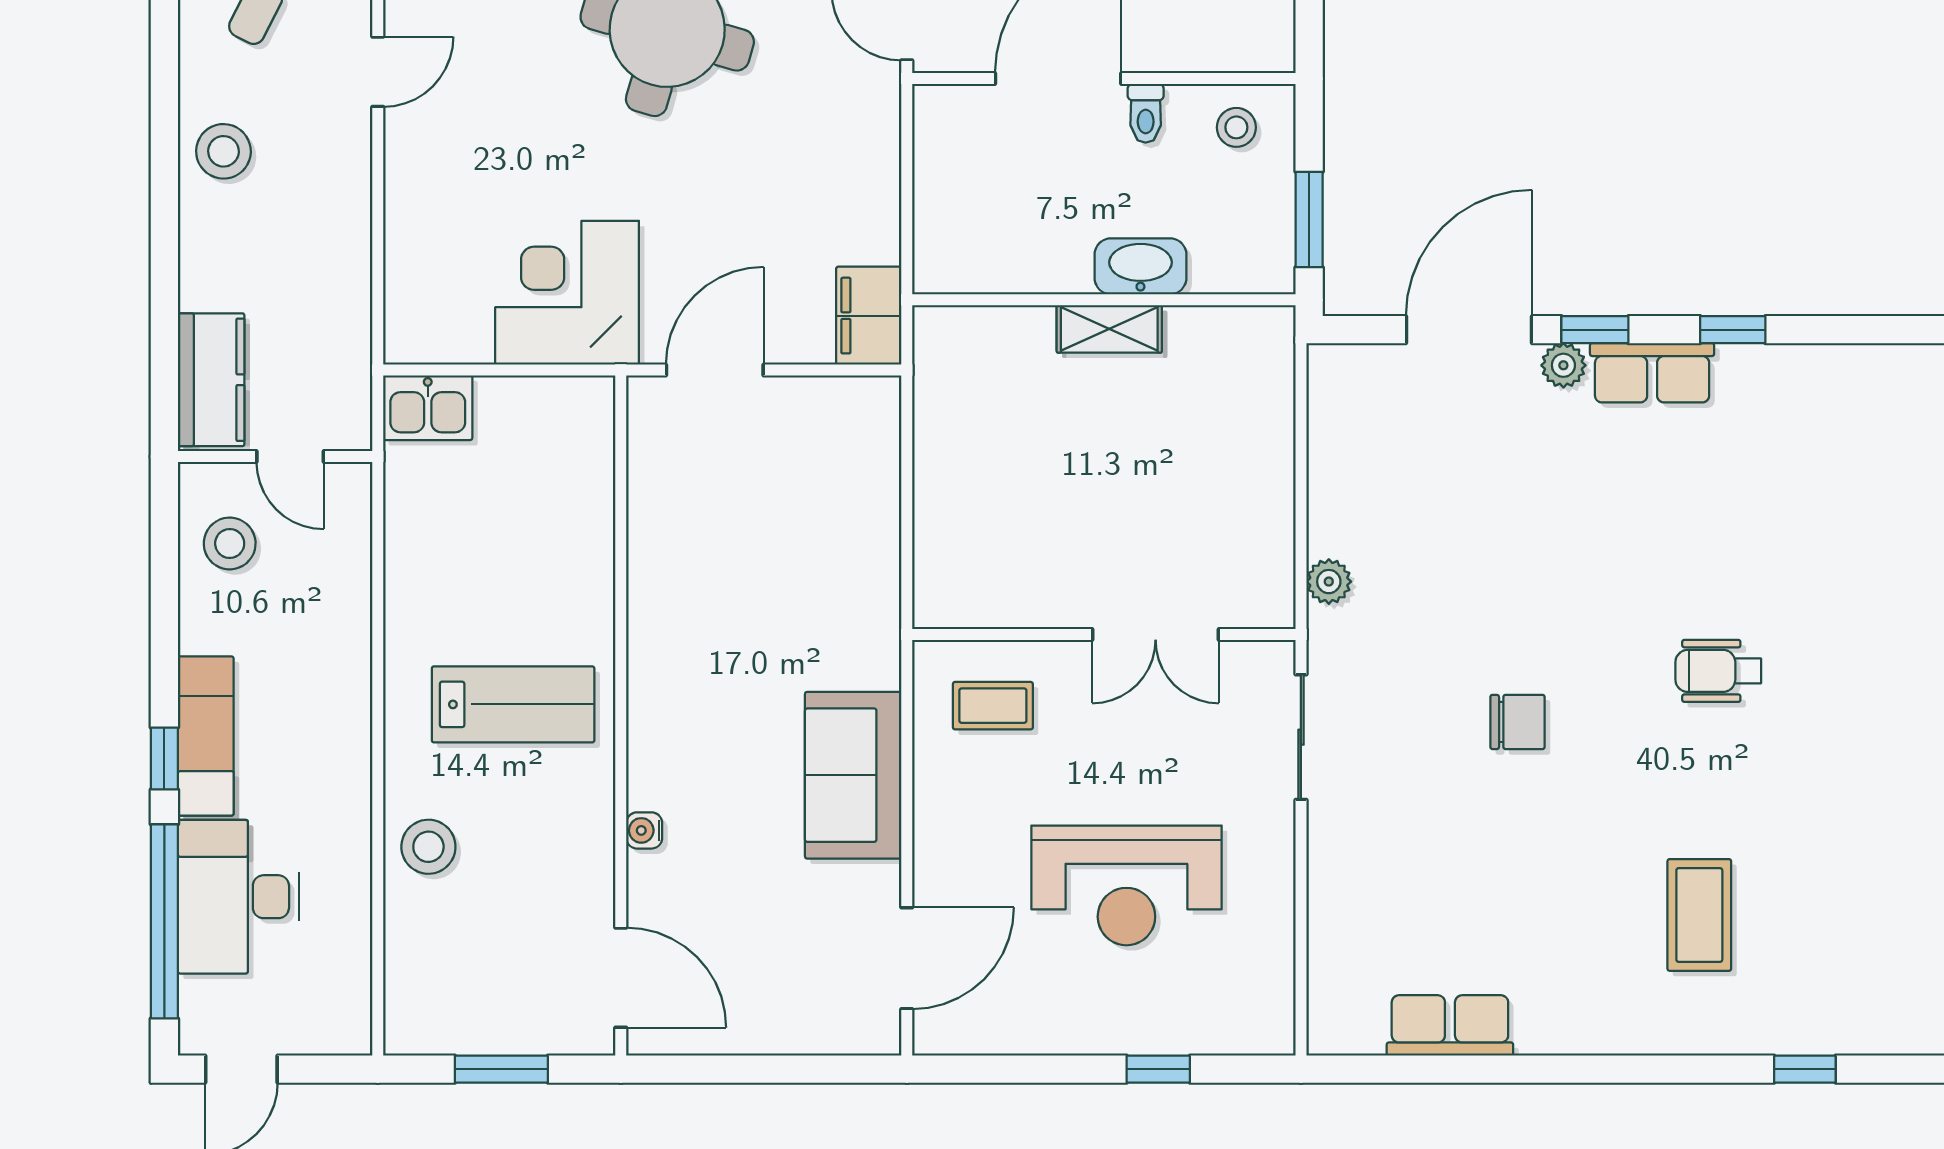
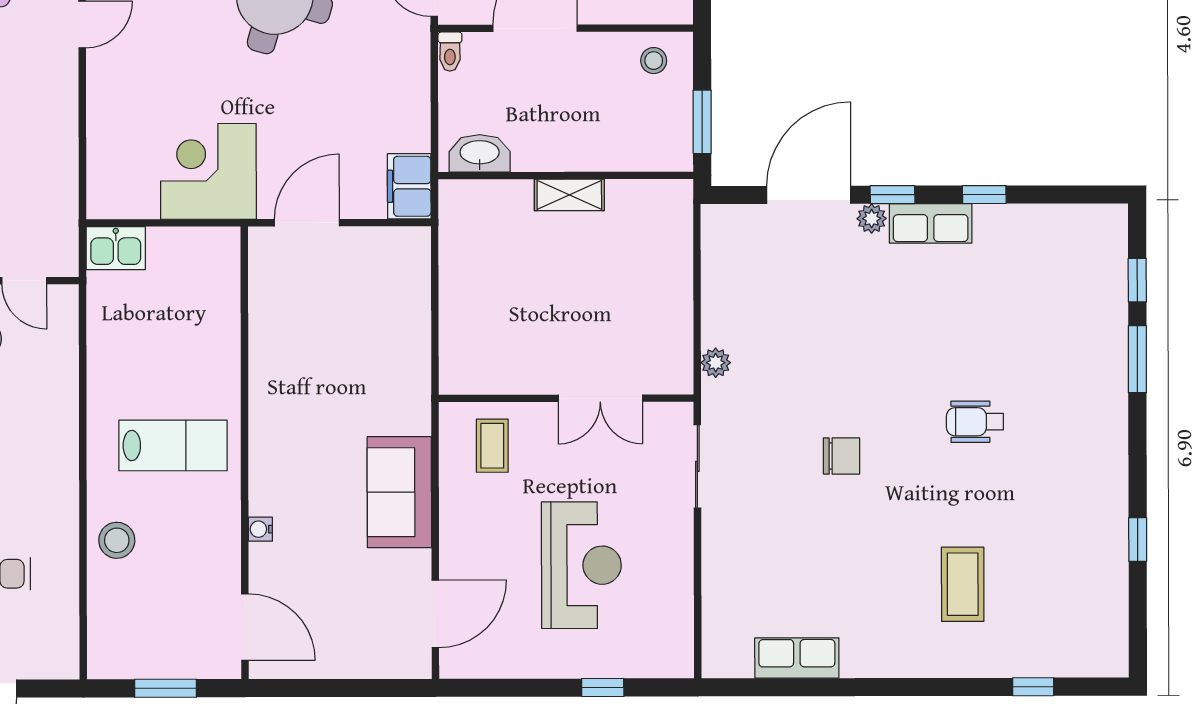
toilet: (1146, 113) -> (450, 52), moved
washbasin: (1140, 266) -> (480, 153), moved
coffee table: (993, 706) -> (492, 446), turned 90
reception desk: (1126, 885) -> (581, 565), turned -90

